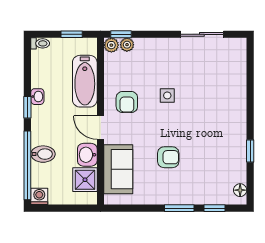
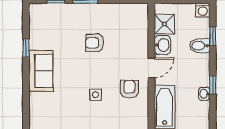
door: (101, 128) -> (151, 68), hinge flipped
window: (27, 165) -> (213, 36), width x0.32
sofa: (118, 169) -> (41, 71), moved, turned 180
floor lamp: (240, 190) -> (34, 15), removed

